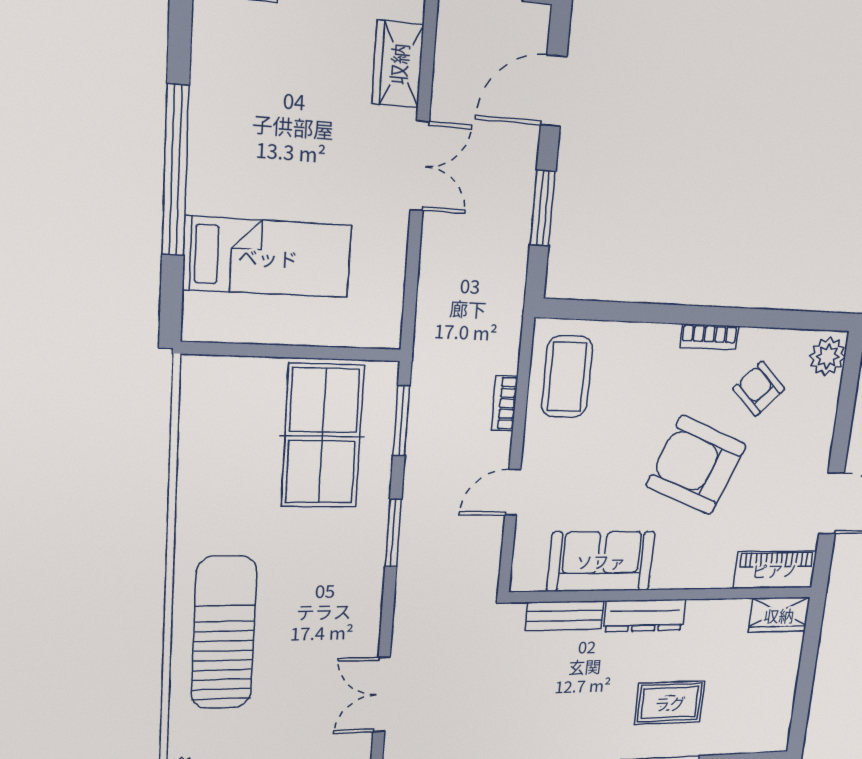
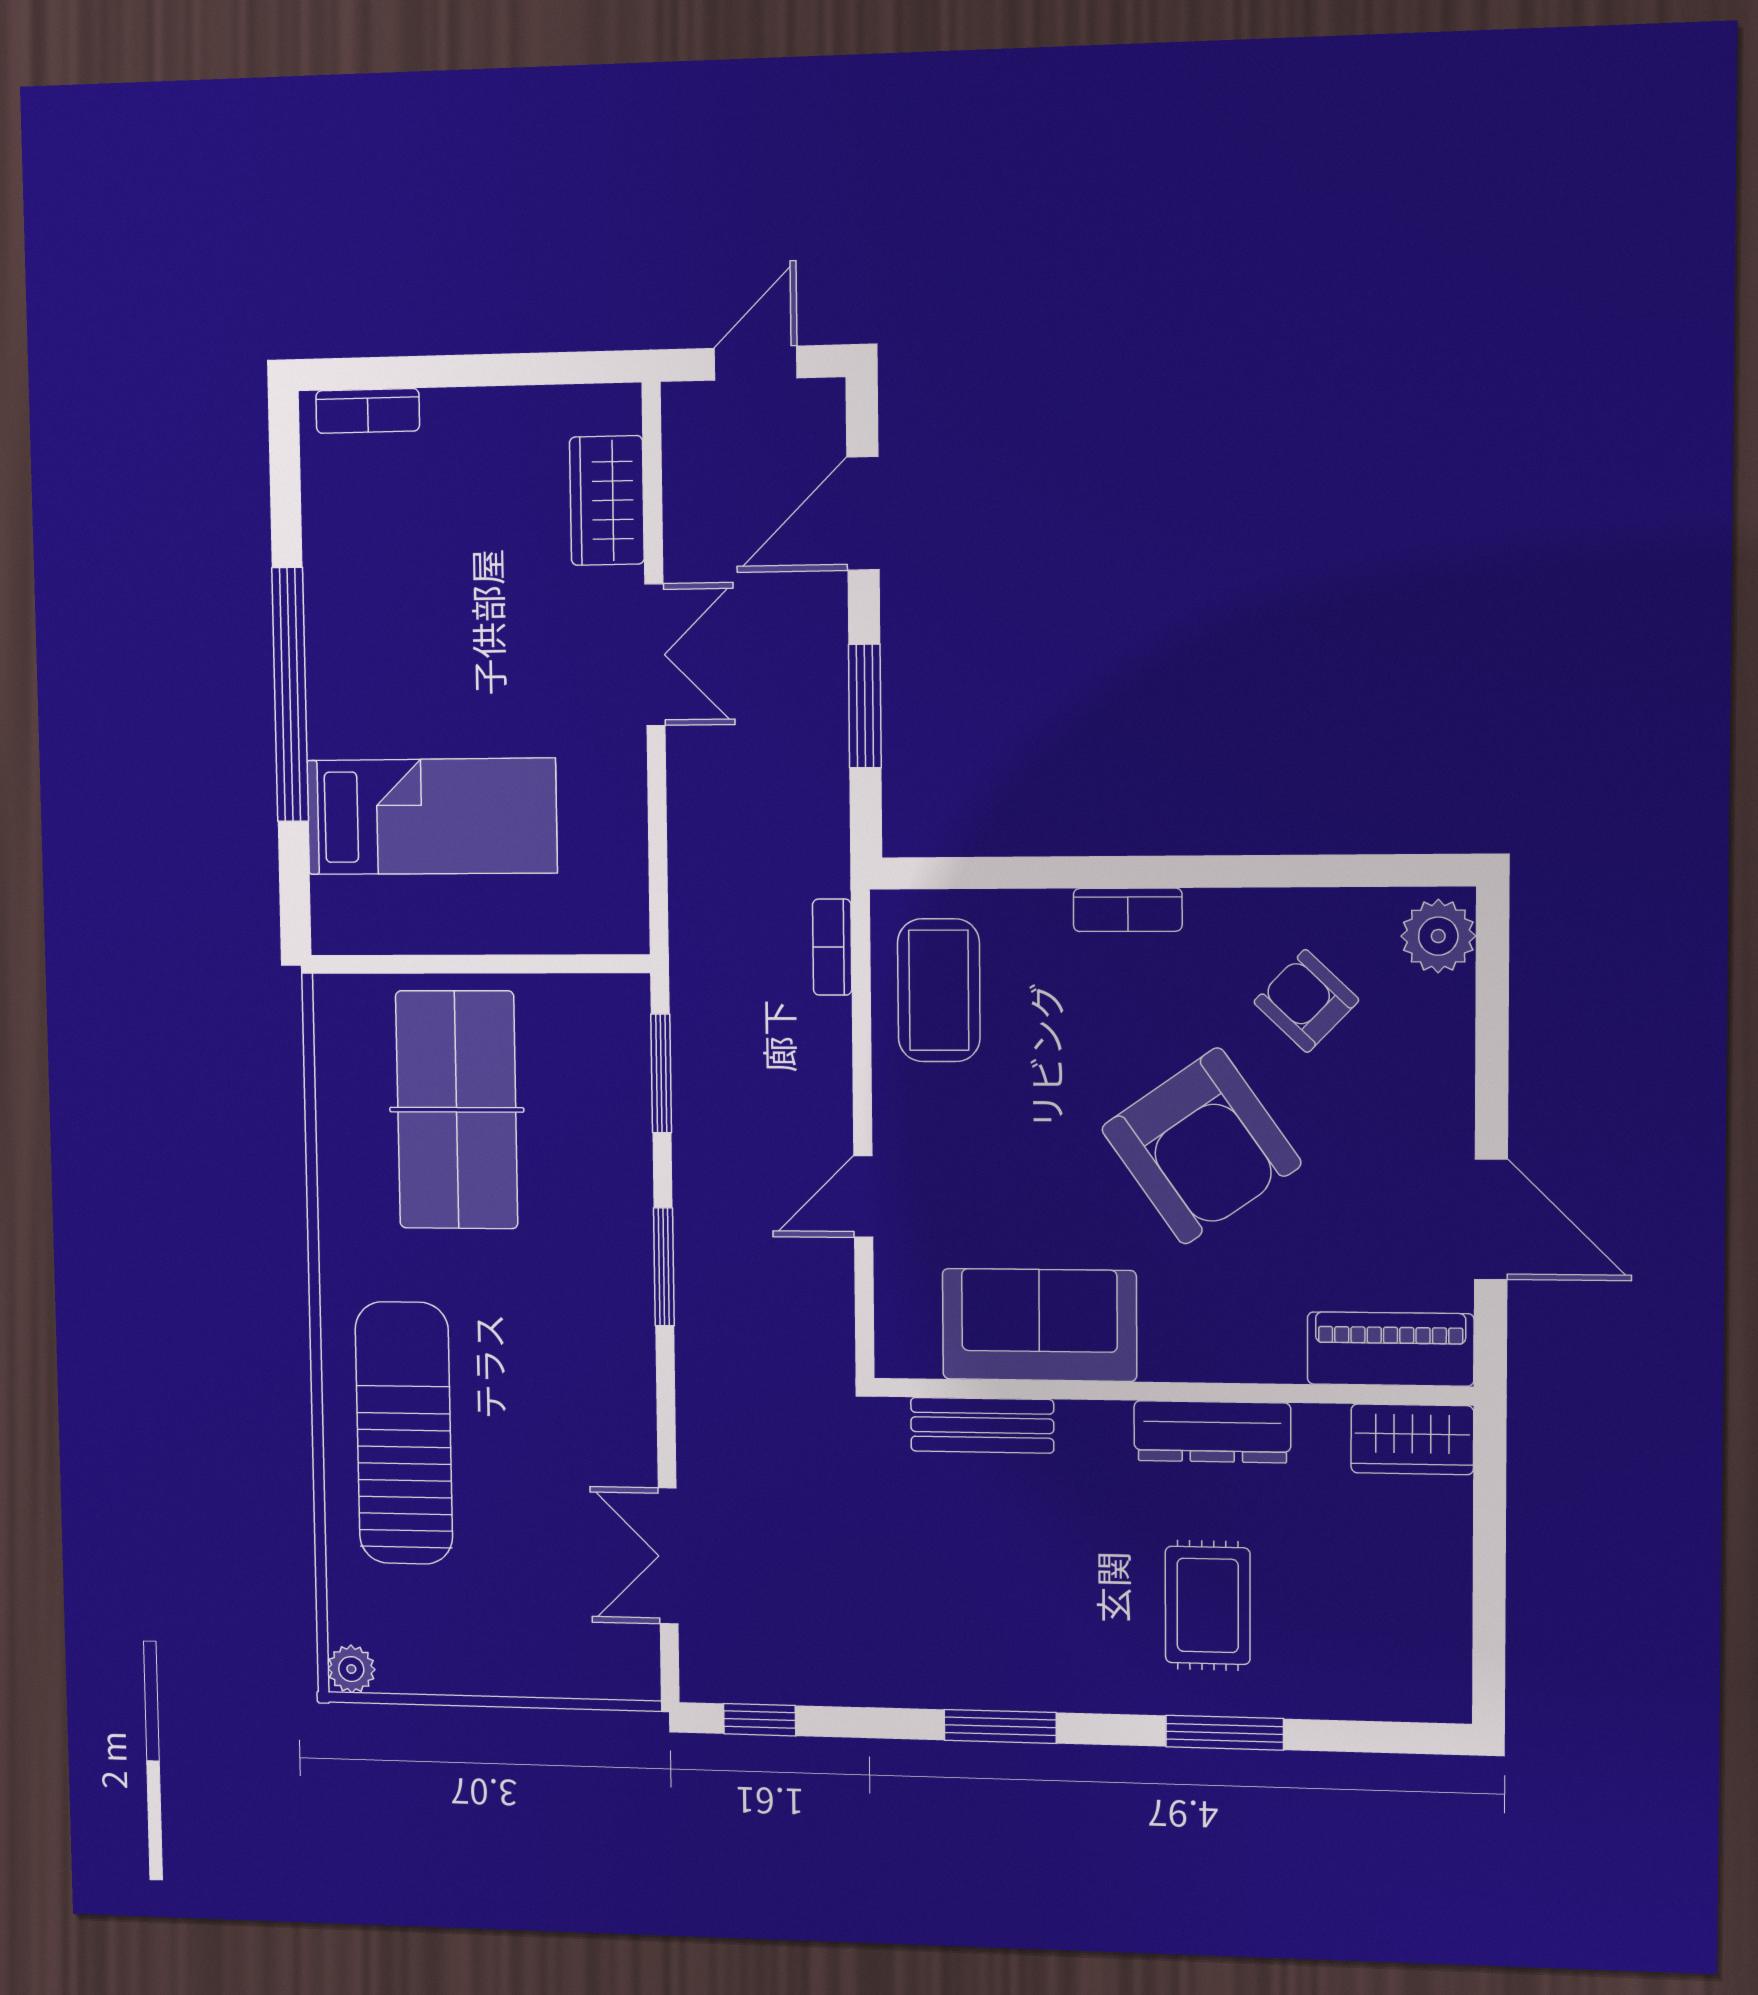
bookcase: (709, 337) -> (1128, 910), moved
bookcase: (505, 403) -> (832, 947), moved
table tennis table: (323, 436) -> (457, 1110), moved
armchair: (696, 465) -> (1201, 1146), turned -147
dresser: (645, 615) -> (1212, 1432), moved
rug: (670, 703) -> (1208, 1605), turned 90

